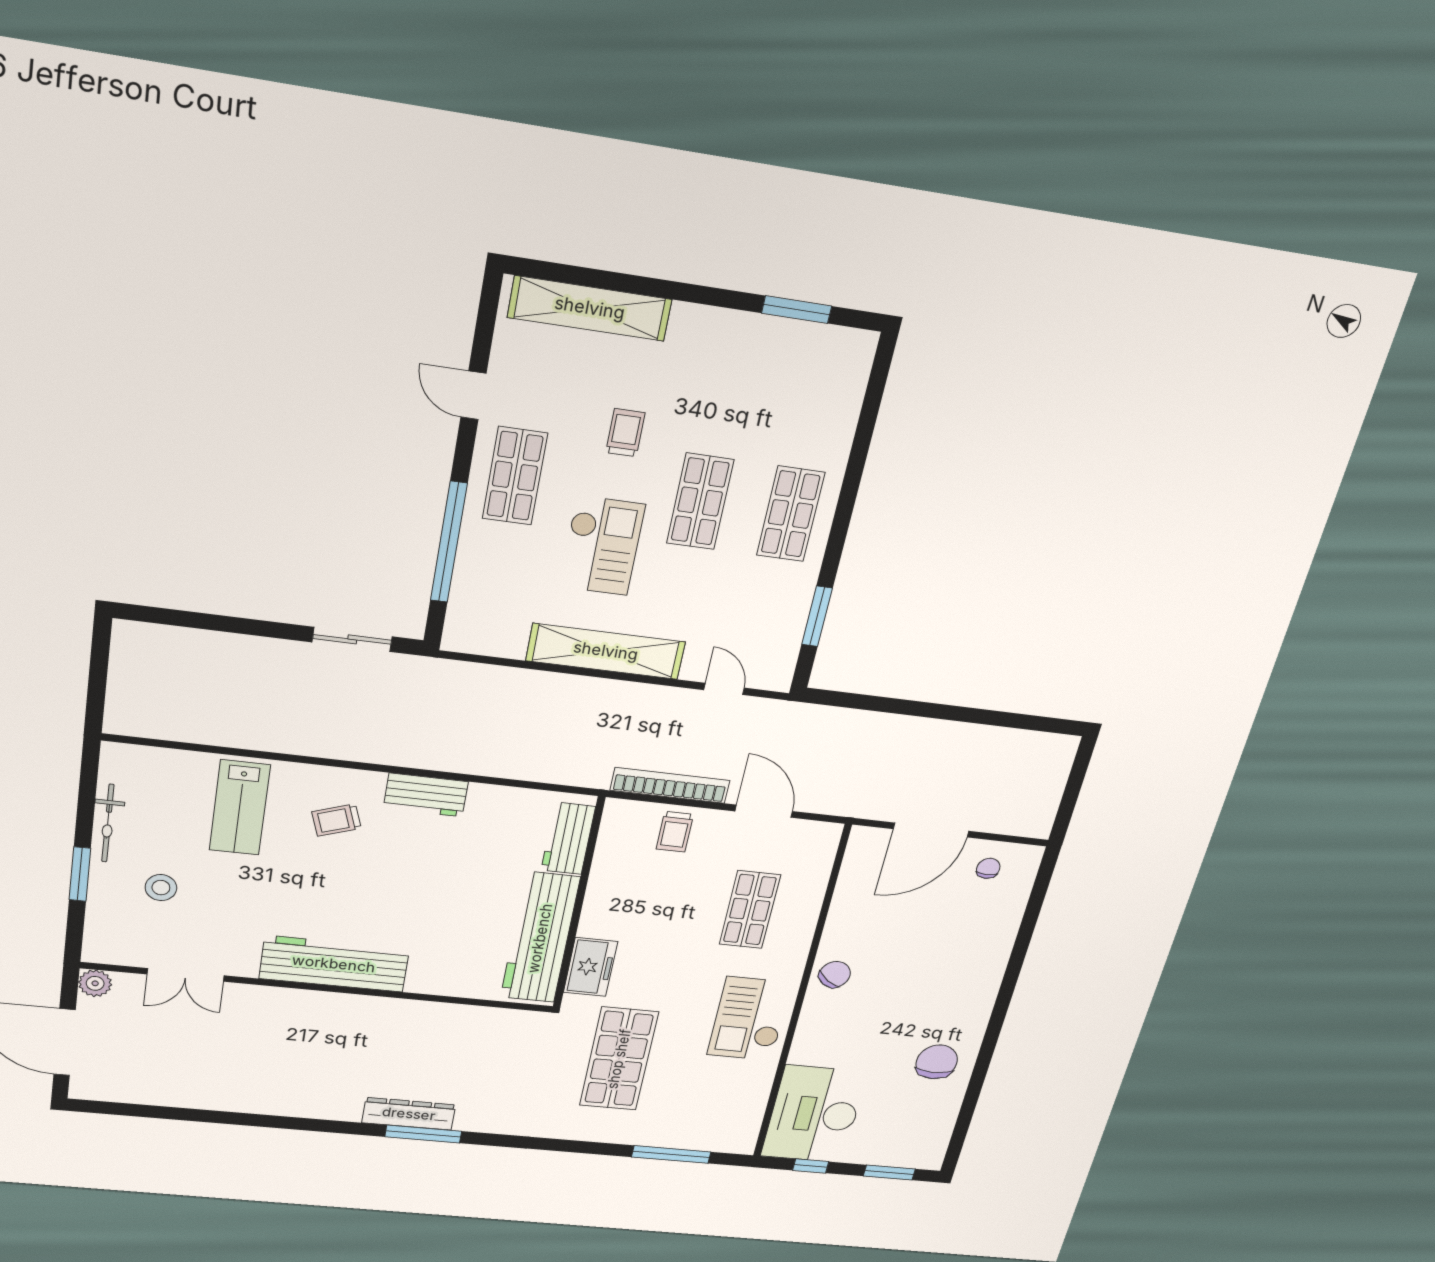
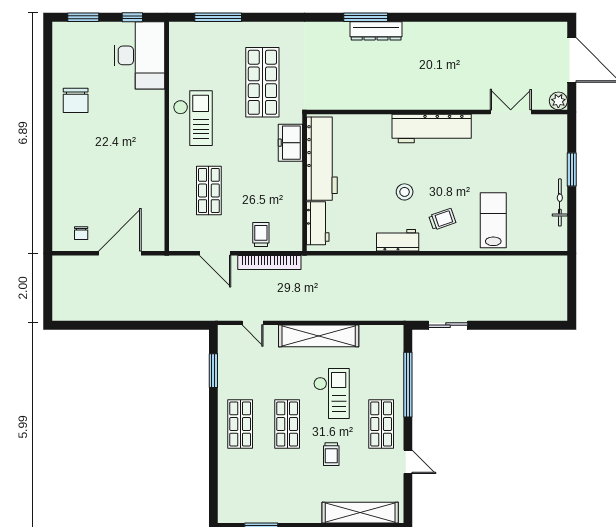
checkout: (602, 546) -> (332, 394), turned 180
stool: (161, 888) -> (405, 192), moved
chair: (835, 974) -> (151, 154), removed

